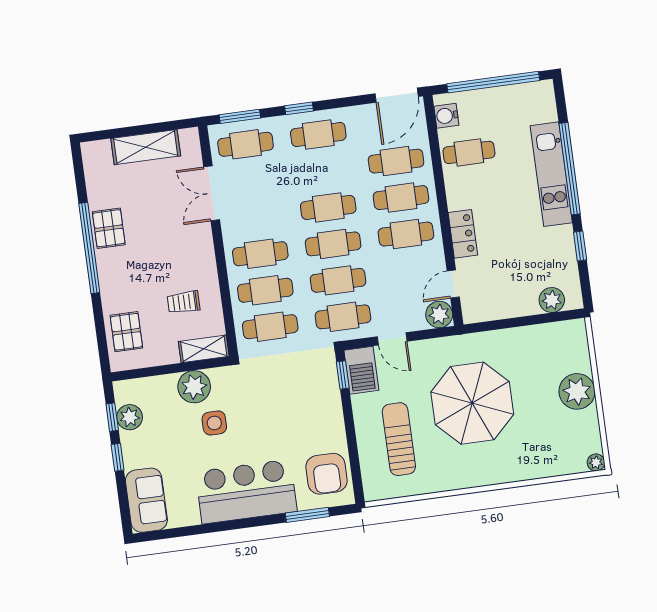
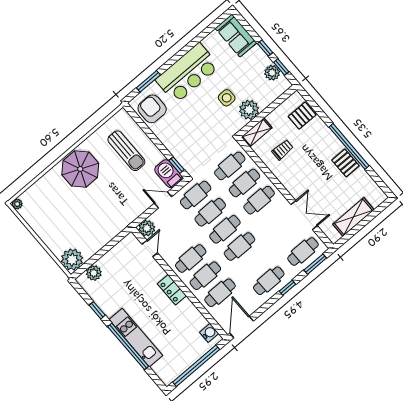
cafe table: (469, 152) -> (185, 321), removed
locker: (463, 234) -> (172, 290), moved
pallet: (126, 332) -> (302, 116), turned 90
plant: (577, 391) -> (72, 260), moved
parasol: (472, 403) -> (80, 169), moved, width x0.73, depth x0.73

